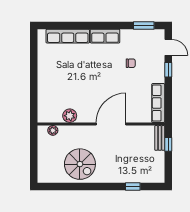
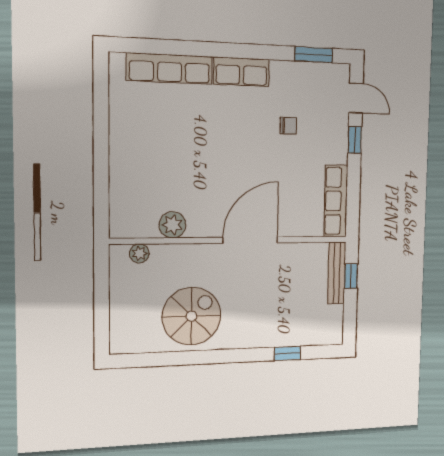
bench: (160, 138) -> (337, 273), width x1.36
spiral stairs: (80, 164) -> (191, 316), turned -90

